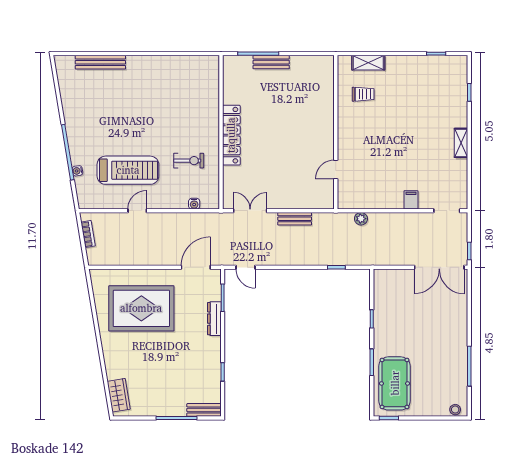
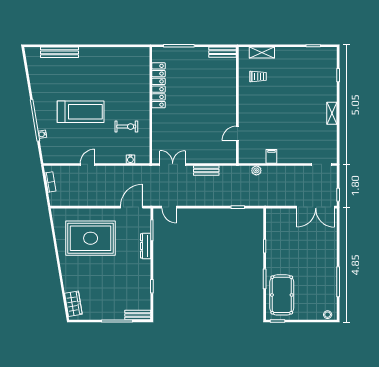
bench: (271, 62) -> (223, 52), moved
locker: (231, 135) -> (158, 85), moved
treadmill: (128, 170) -> (81, 112), moved
filing cabinet: (411, 200) -> (271, 156), moved

